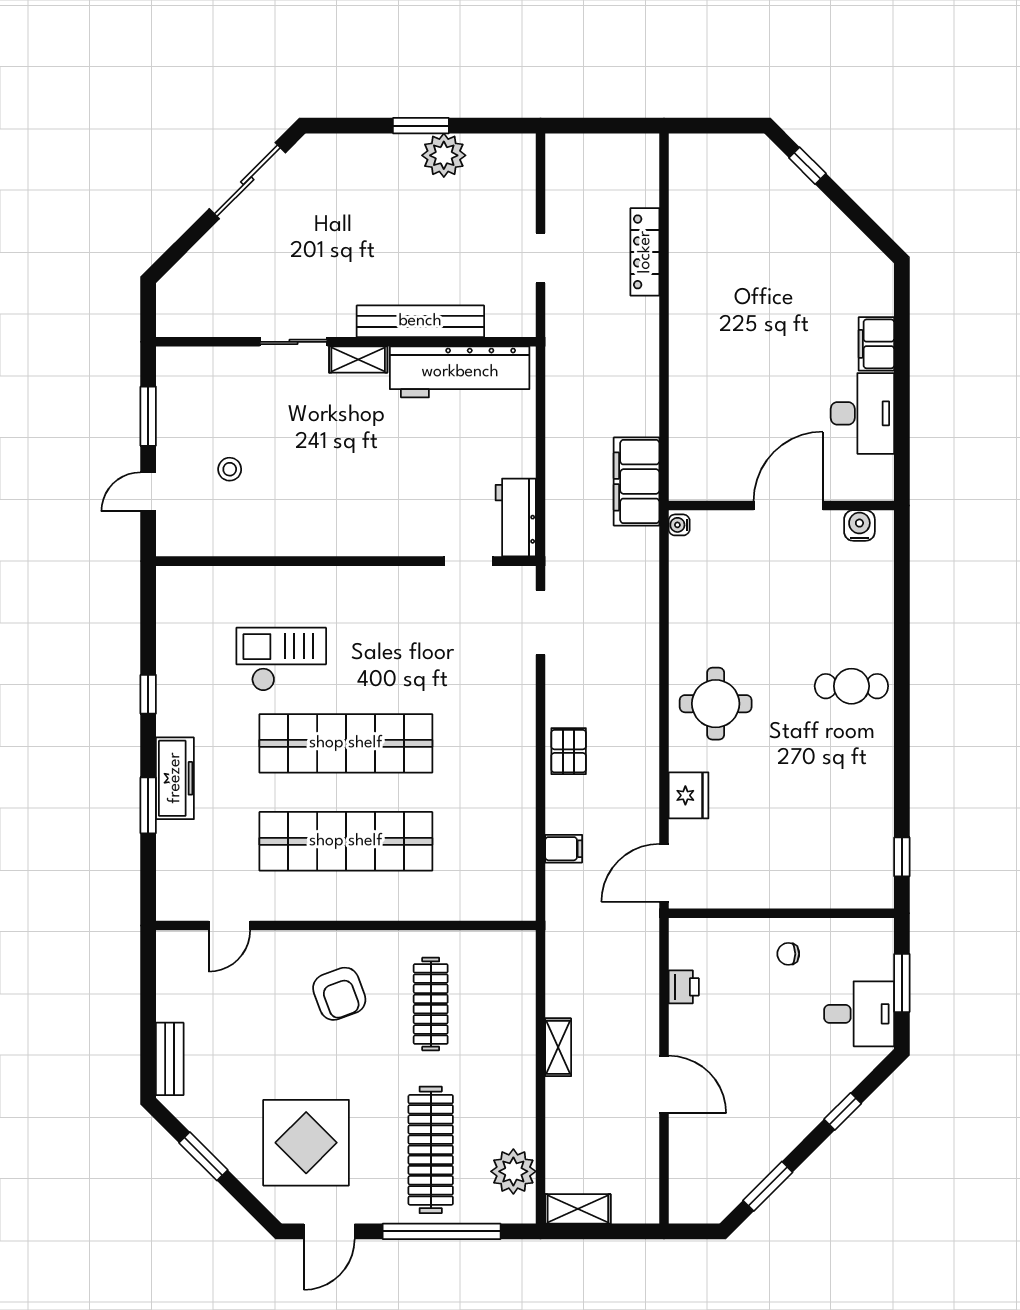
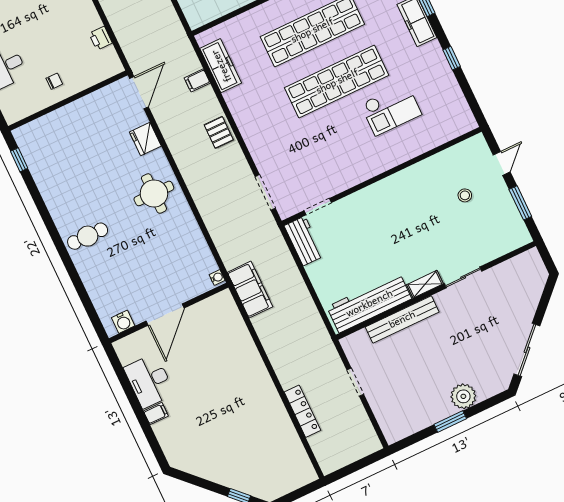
plant: (444, 155) -> (463, 396), moved
filing cabinet: (876, 344) -> (156, 414), width x0.50
freezer: (516, 854) -> (221, 66), added

